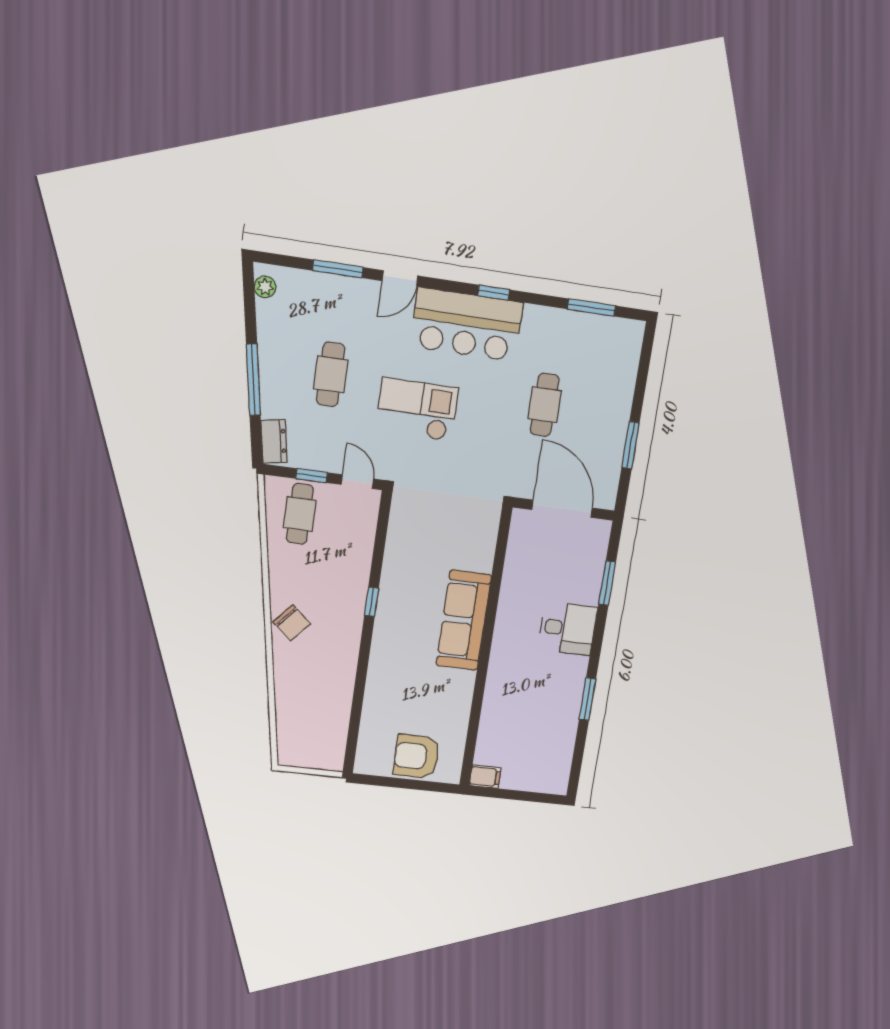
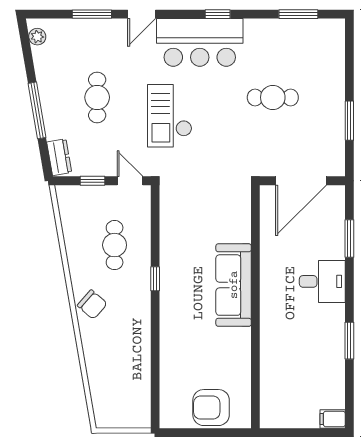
cafe table: (545, 405) -> (273, 97), turned 90
checkout: (417, 409) -> (170, 116), turned -90
door: (562, 509) -> (301, 181), swing flipped
cafe table: (300, 514) -> (115, 245), moved
filing cabinet: (485, 777) -> (333, 419), moved, turned 180

